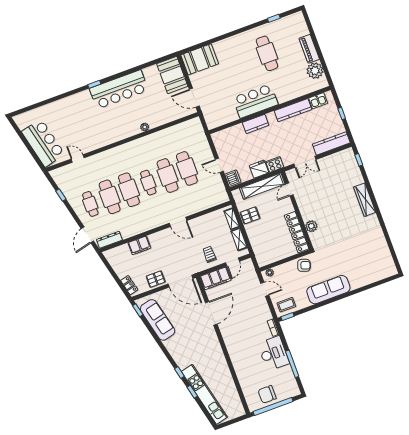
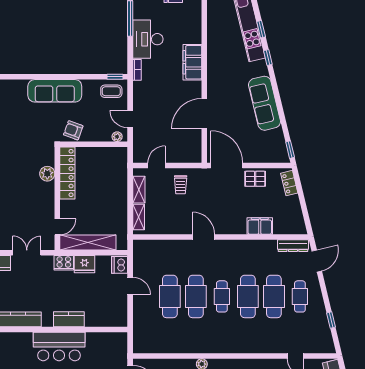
pallet: (250, 215) -> (115, 213), removed
filing cabinet: (215, 278) -> (192, 62), moved, turned -90
sofa: (158, 320) -> (265, 103), moved

